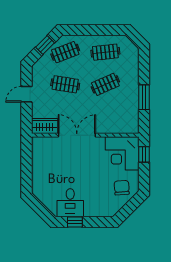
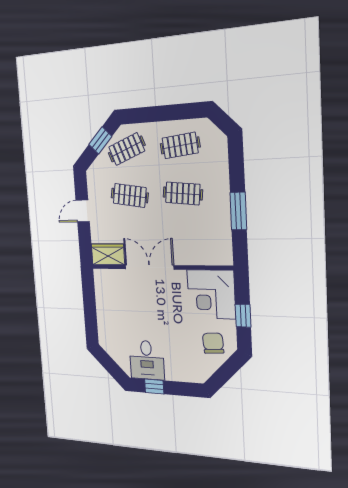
clothes rail: (105, 84) -> (183, 193), turned 30
window: (144, 154) -> (243, 316), moved

